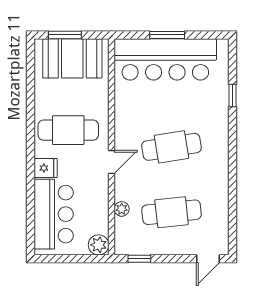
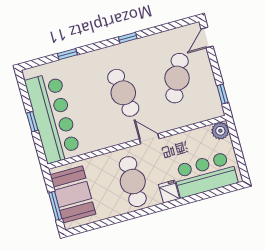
window: (167, 35) -> (32, 122), width x0.67
window: (232, 169) -> (128, 38), added
plant: (122, 209) -> (186, 120), removed
cafe table: (172, 212) -> (177, 78), turned 30
door: (208, 259) -> (207, 38), swing flipped

